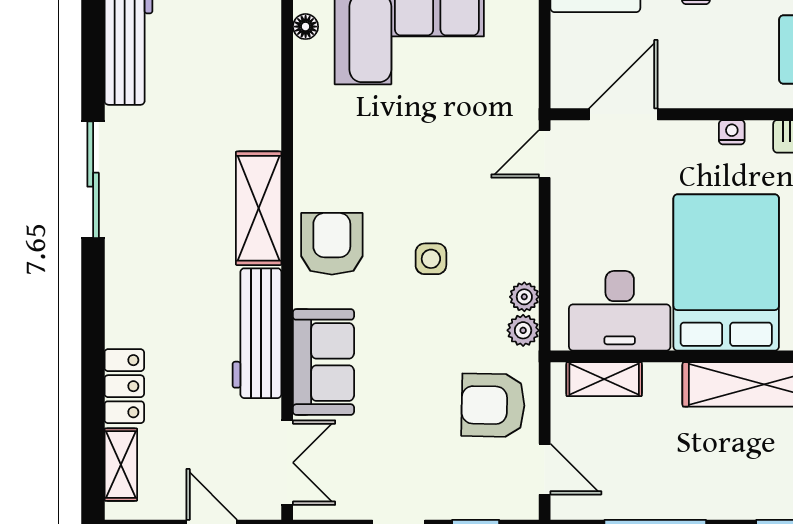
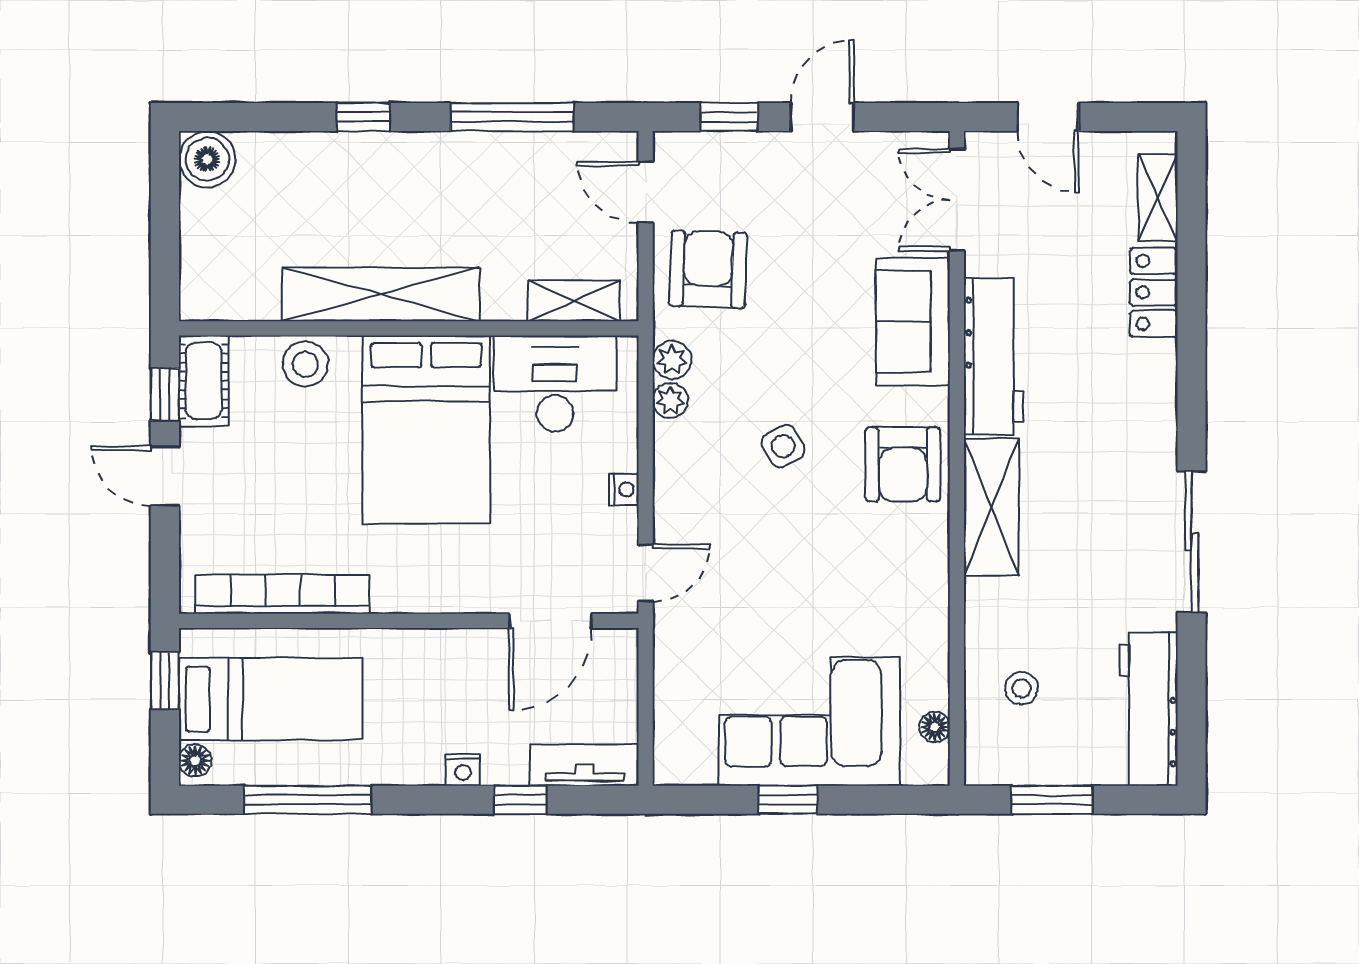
stool: (234, 59) -> (1021, 688), added
nightstand: (732, 132) -> (624, 489), moved, turned -90
side table: (431, 259) -> (783, 446), turned -30
armchair: (493, 405) -> (708, 269), turned -89

